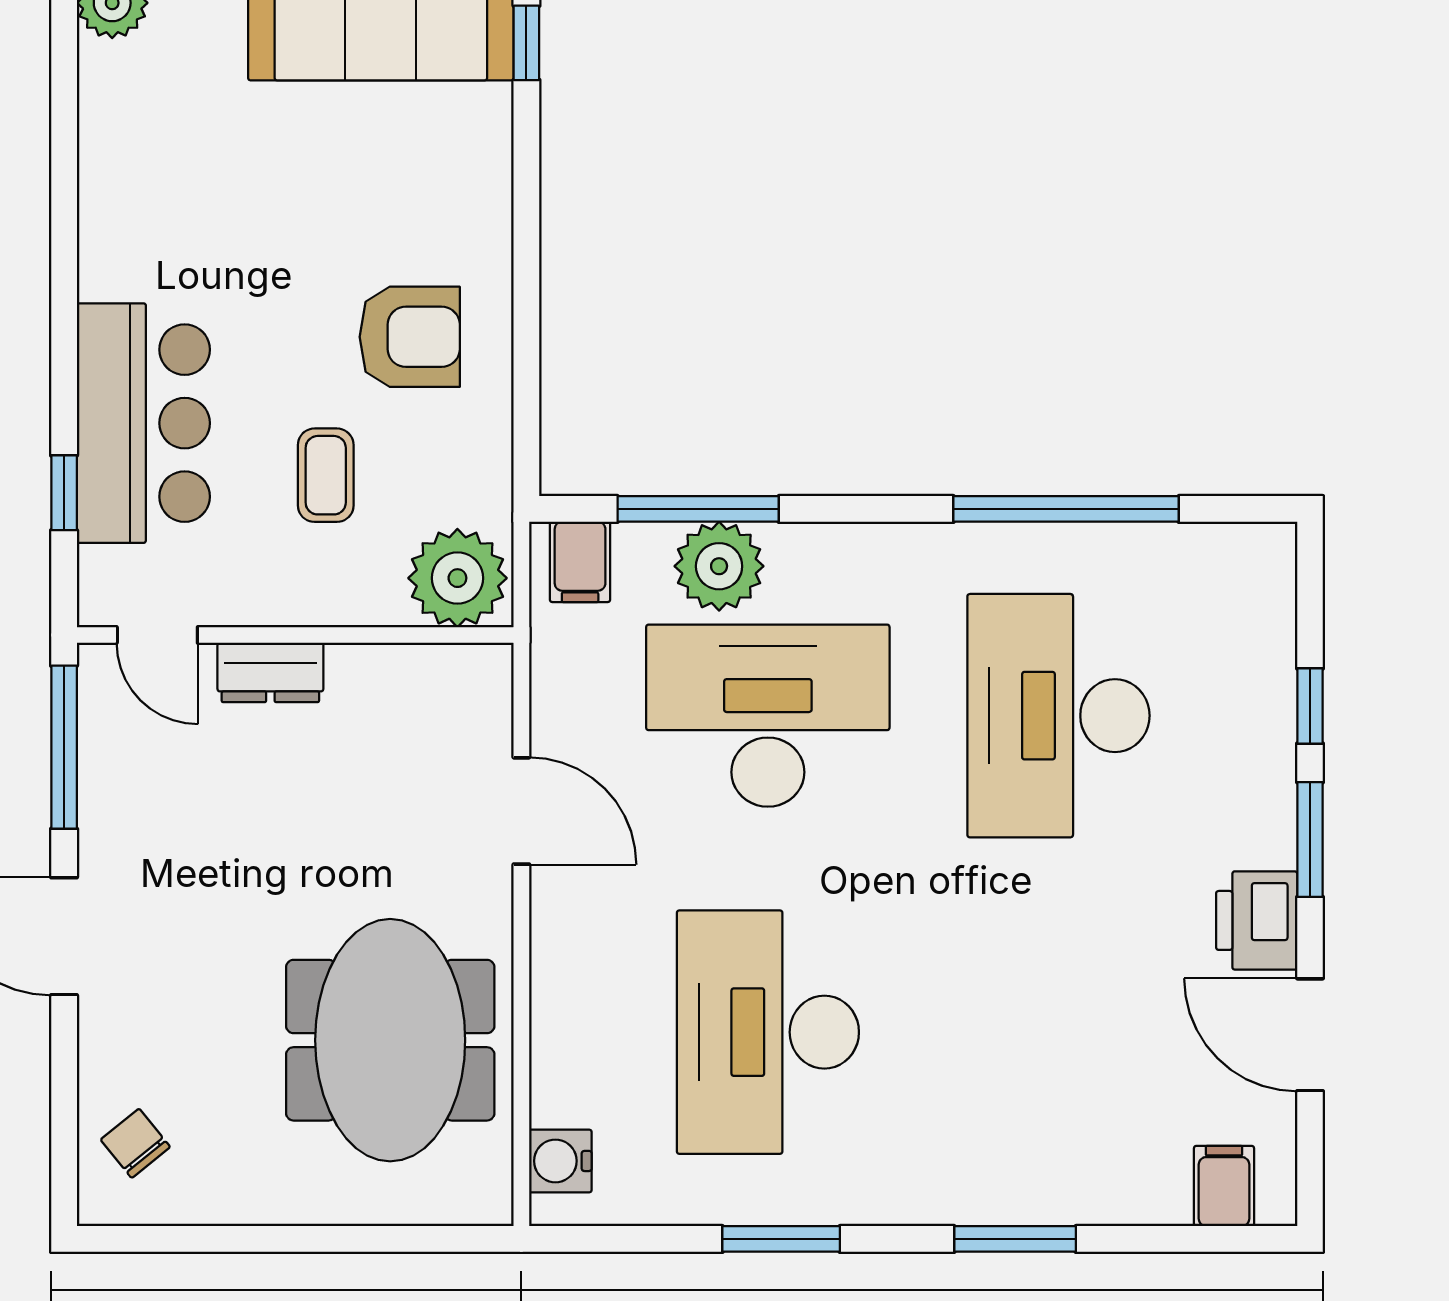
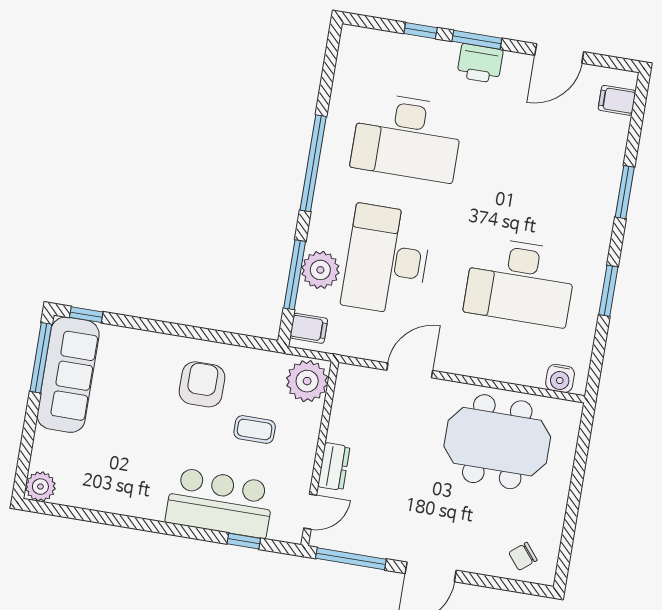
window: (1066, 509) -> (313, 163), moved
printer: (1257, 920) -> (480, 63), moved

